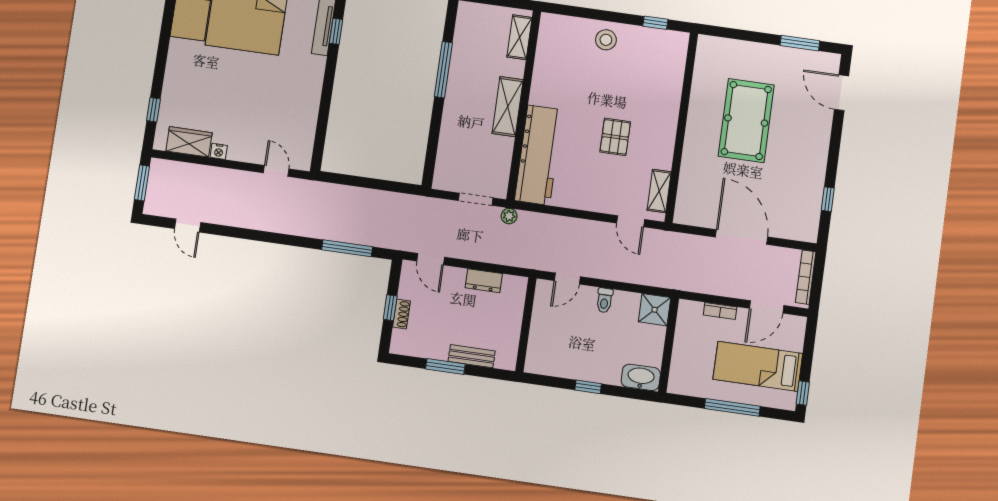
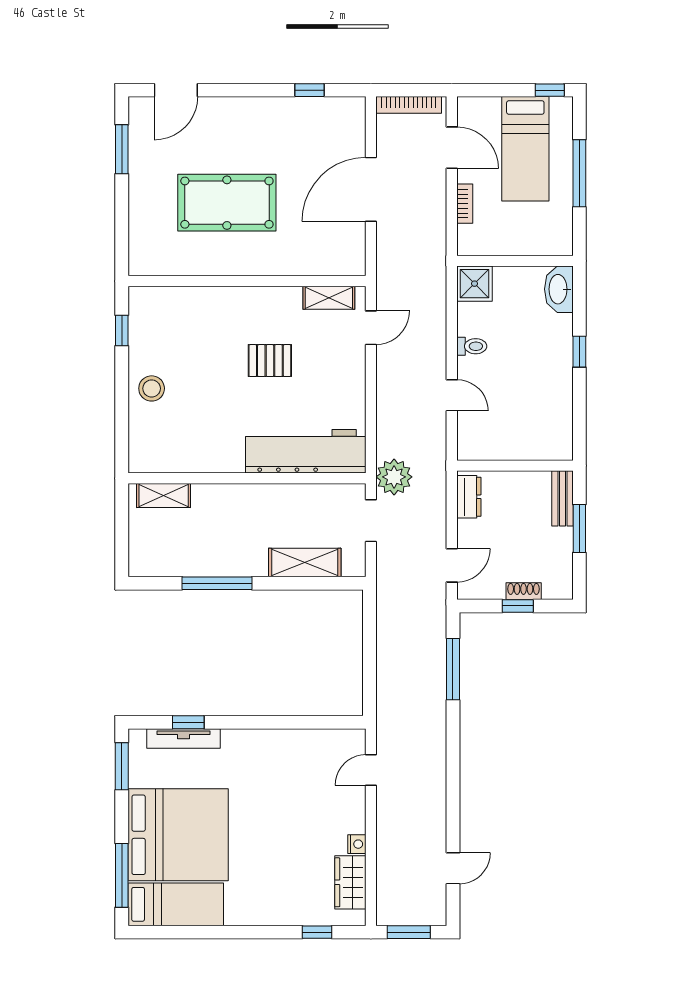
shelving: (508, 107) -> (305, 562), moved
plant: (509, 216) -> (394, 477), width x1.87, depth x1.87
wall: (526, 325) -> (515, 466), moved

